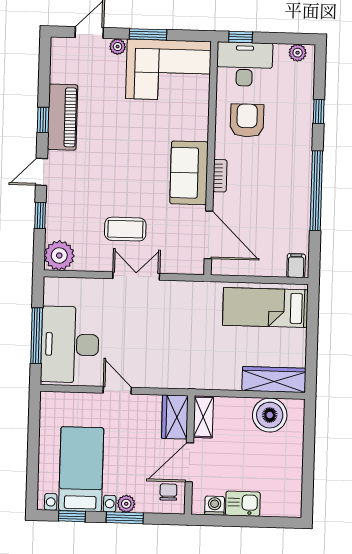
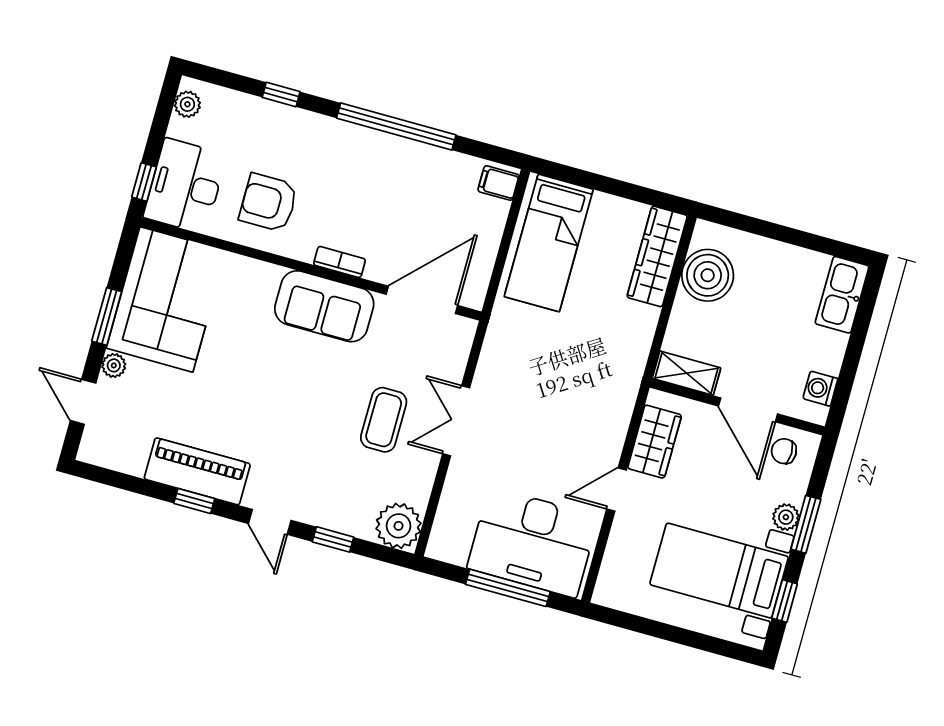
wardrobe: (175, 417) -> (655, 442), moved, turned -90
kitchen sink: (243, 504) -> (842, 295), moved, width x1.38

